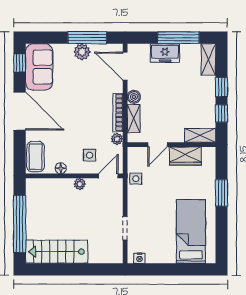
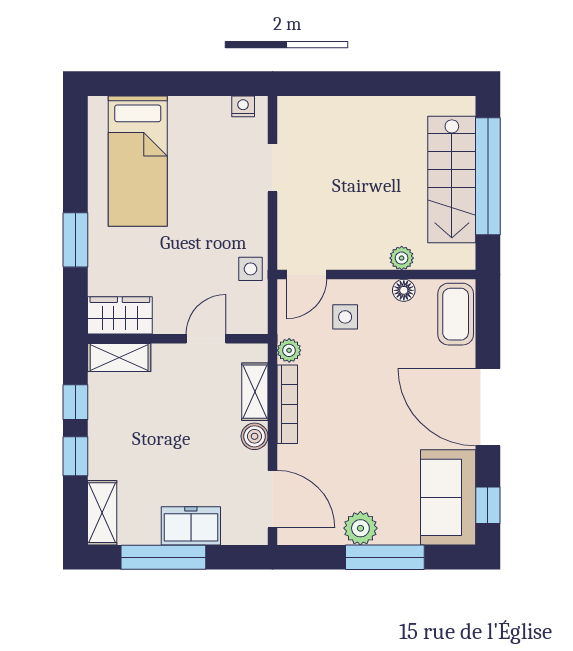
window: (87, 38) -> (385, 557), moved
wardrobe: (185, 156) -> (120, 315), moved
plant: (80, 184) -> (402, 258), moved
stairs: (57, 252) -> (452, 180), moved, turned 90

